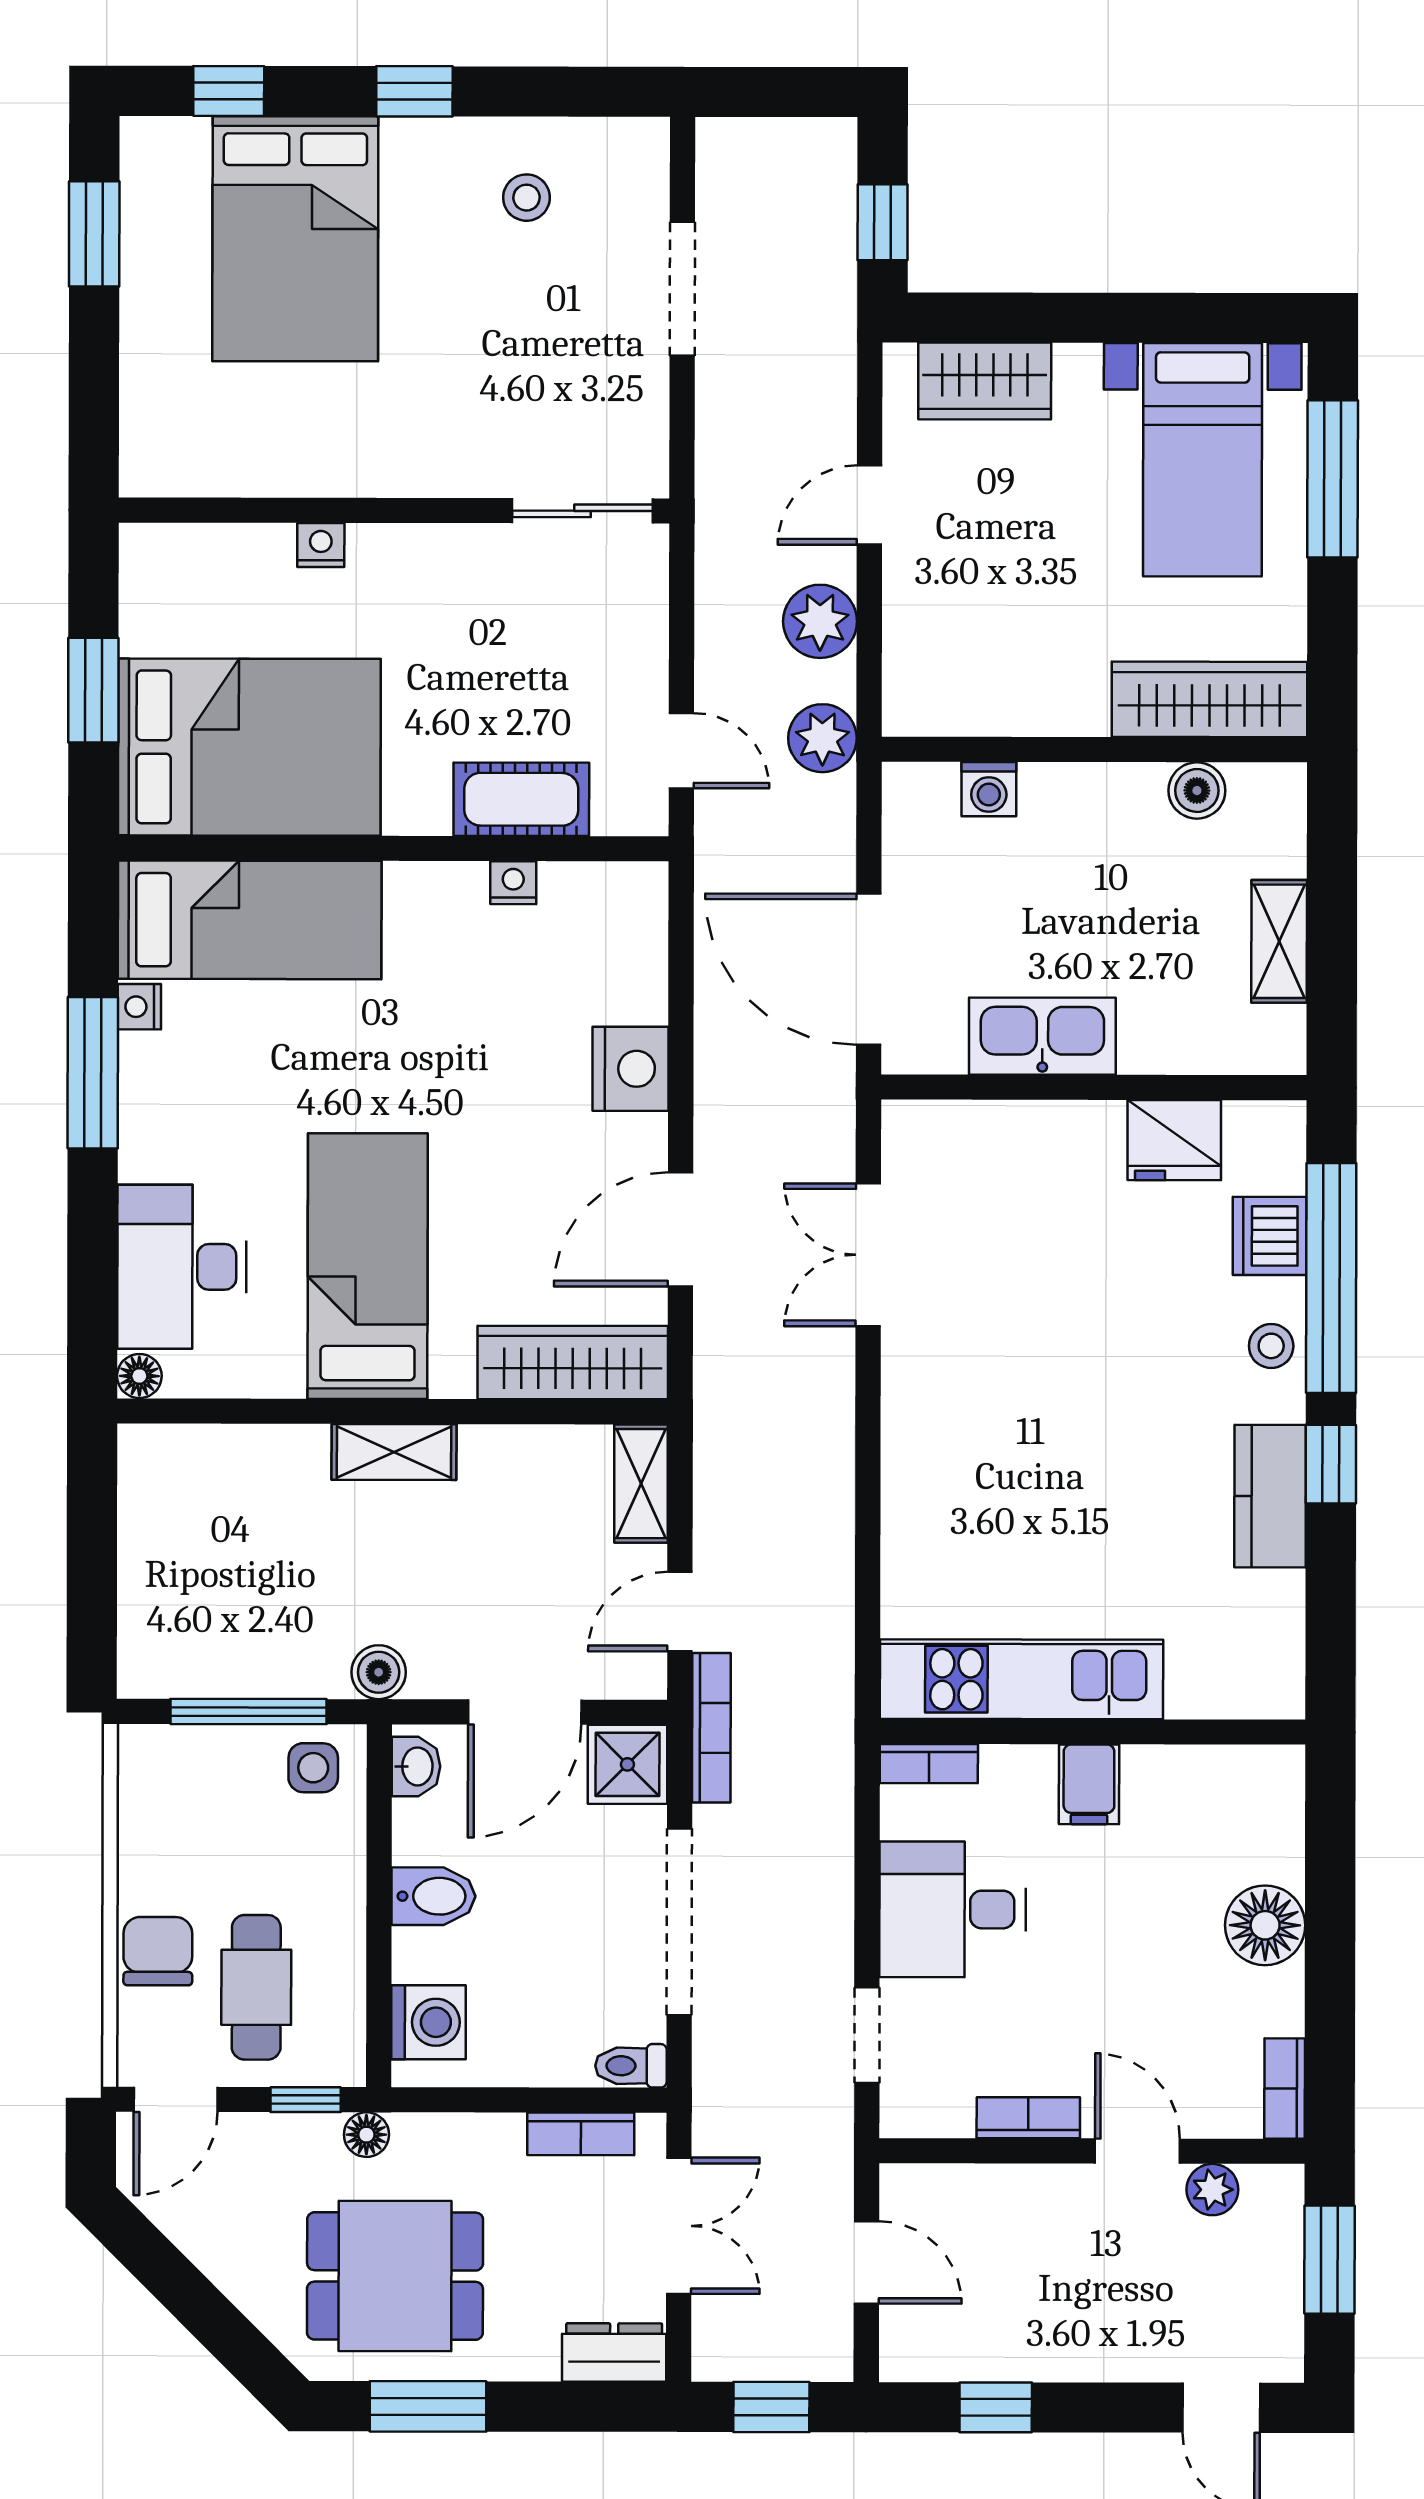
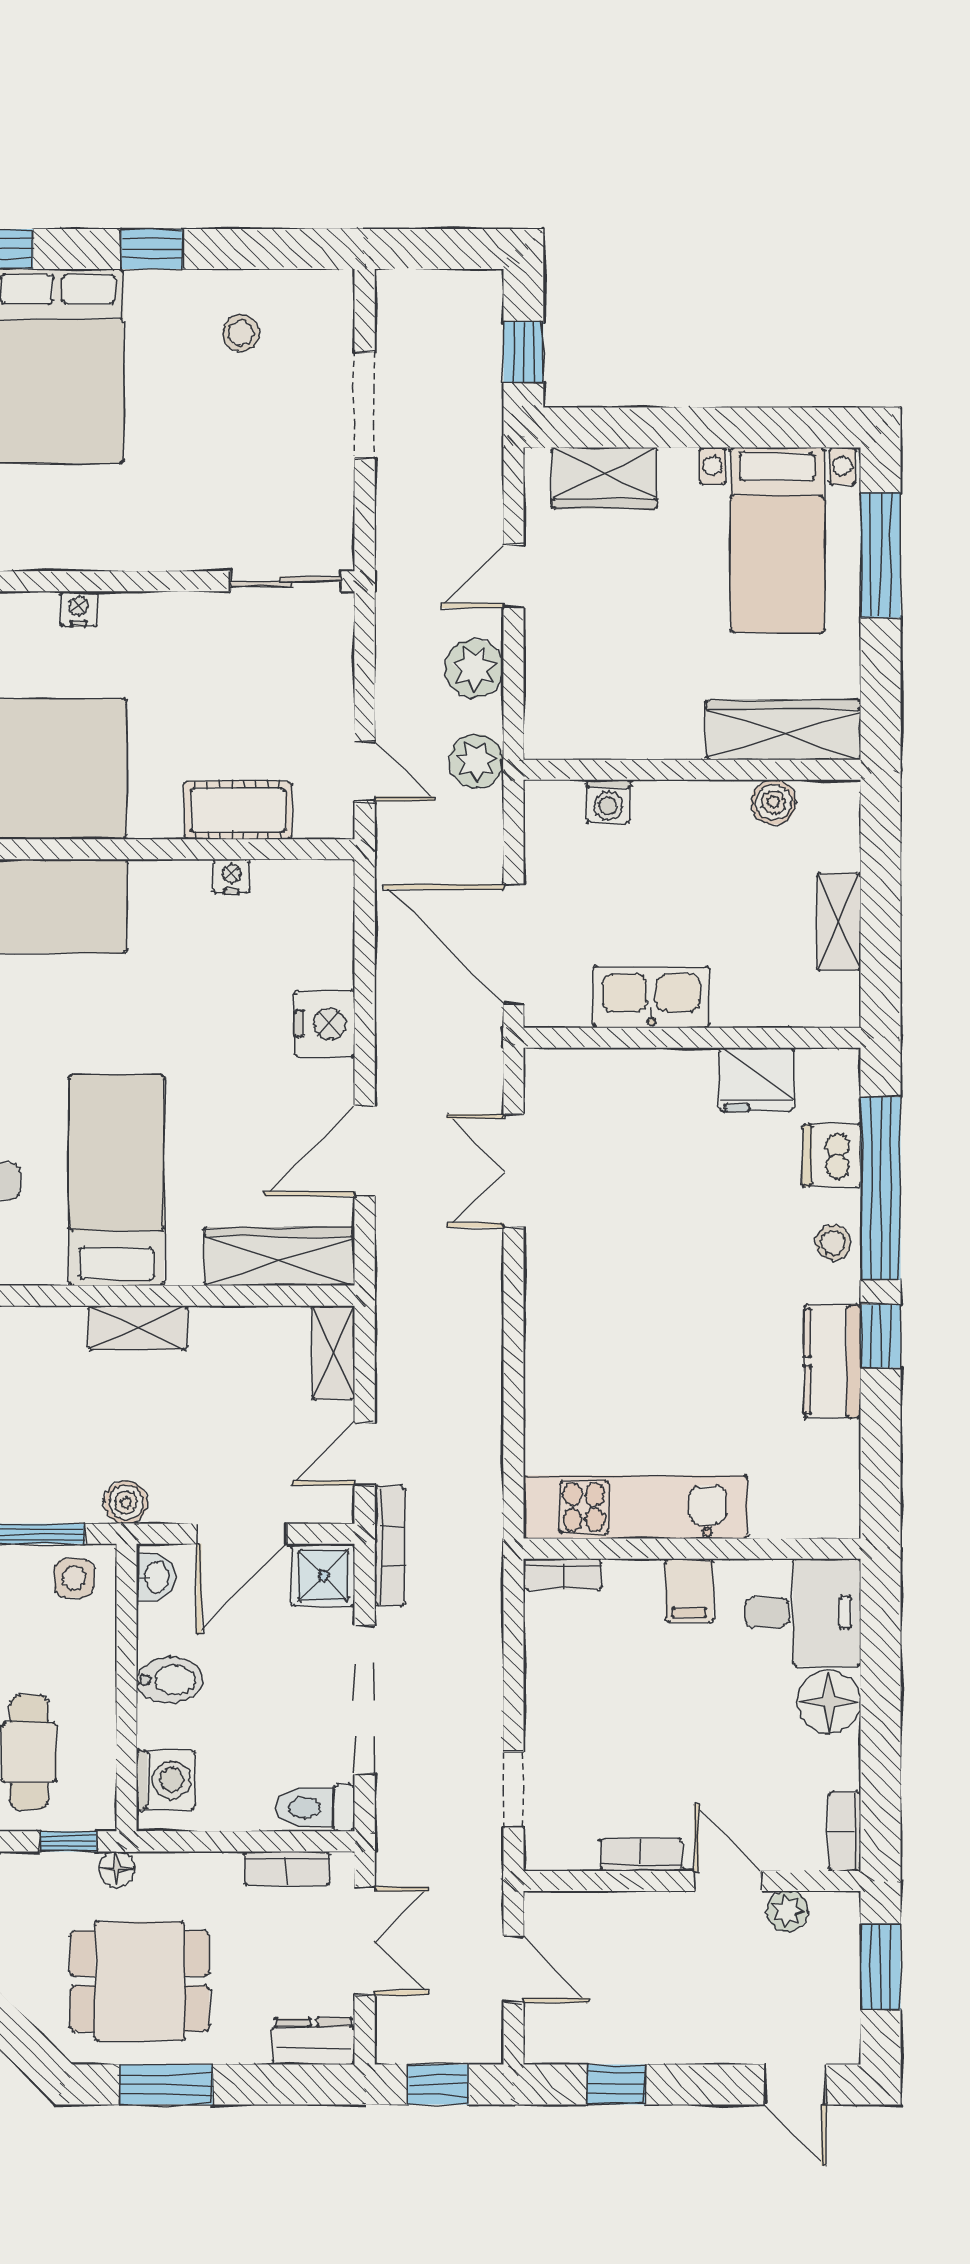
desk: (953, 1909) -> (803, 1612), moved, turned 180
toilet: (631, 2066) -> (316, 1808), width x1.37, depth x1.39

